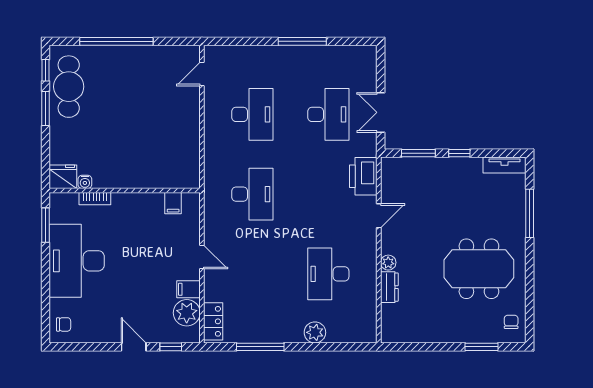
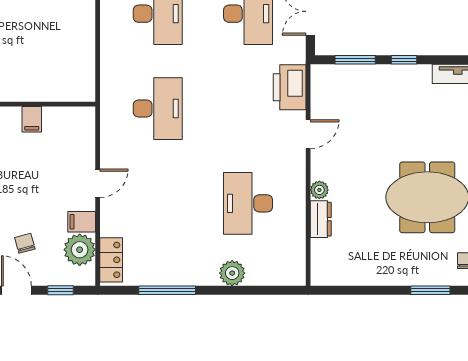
filing cabinet: (173, 203) -> (32, 119), moved
door: (202, 257) -> (98, 183), hinge flipped
chair: (141, 307) -> (25, 243), added

